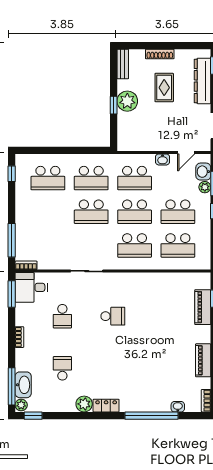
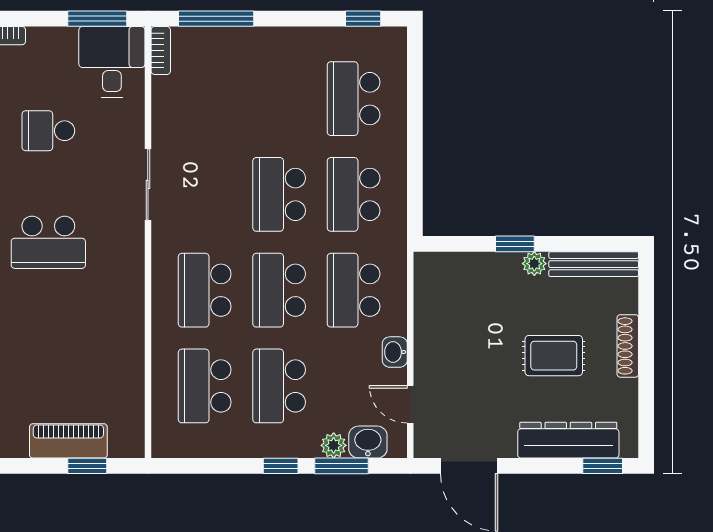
bench: (123, 64) -> (594, 264), width x1.36
plant: (127, 101) -> (534, 264), width x0.53, depth x0.53
school desk: (113, 316) -> (48, 242), width x1.85

